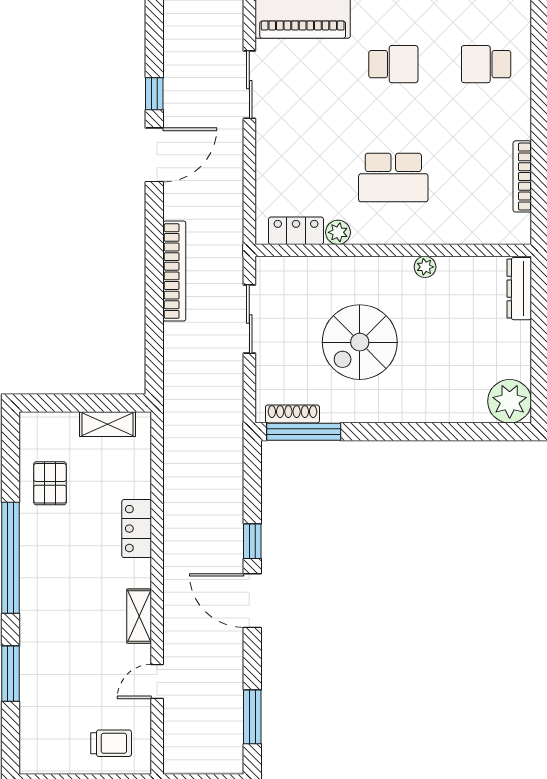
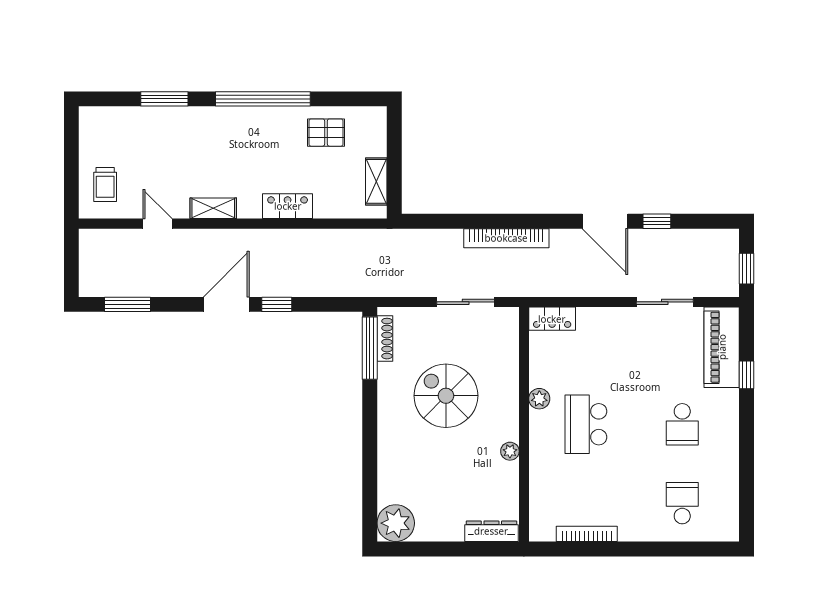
locker: (296, 231) -> (552, 319), moved, turned 90
plant: (338, 232) -> (539, 399), moved

